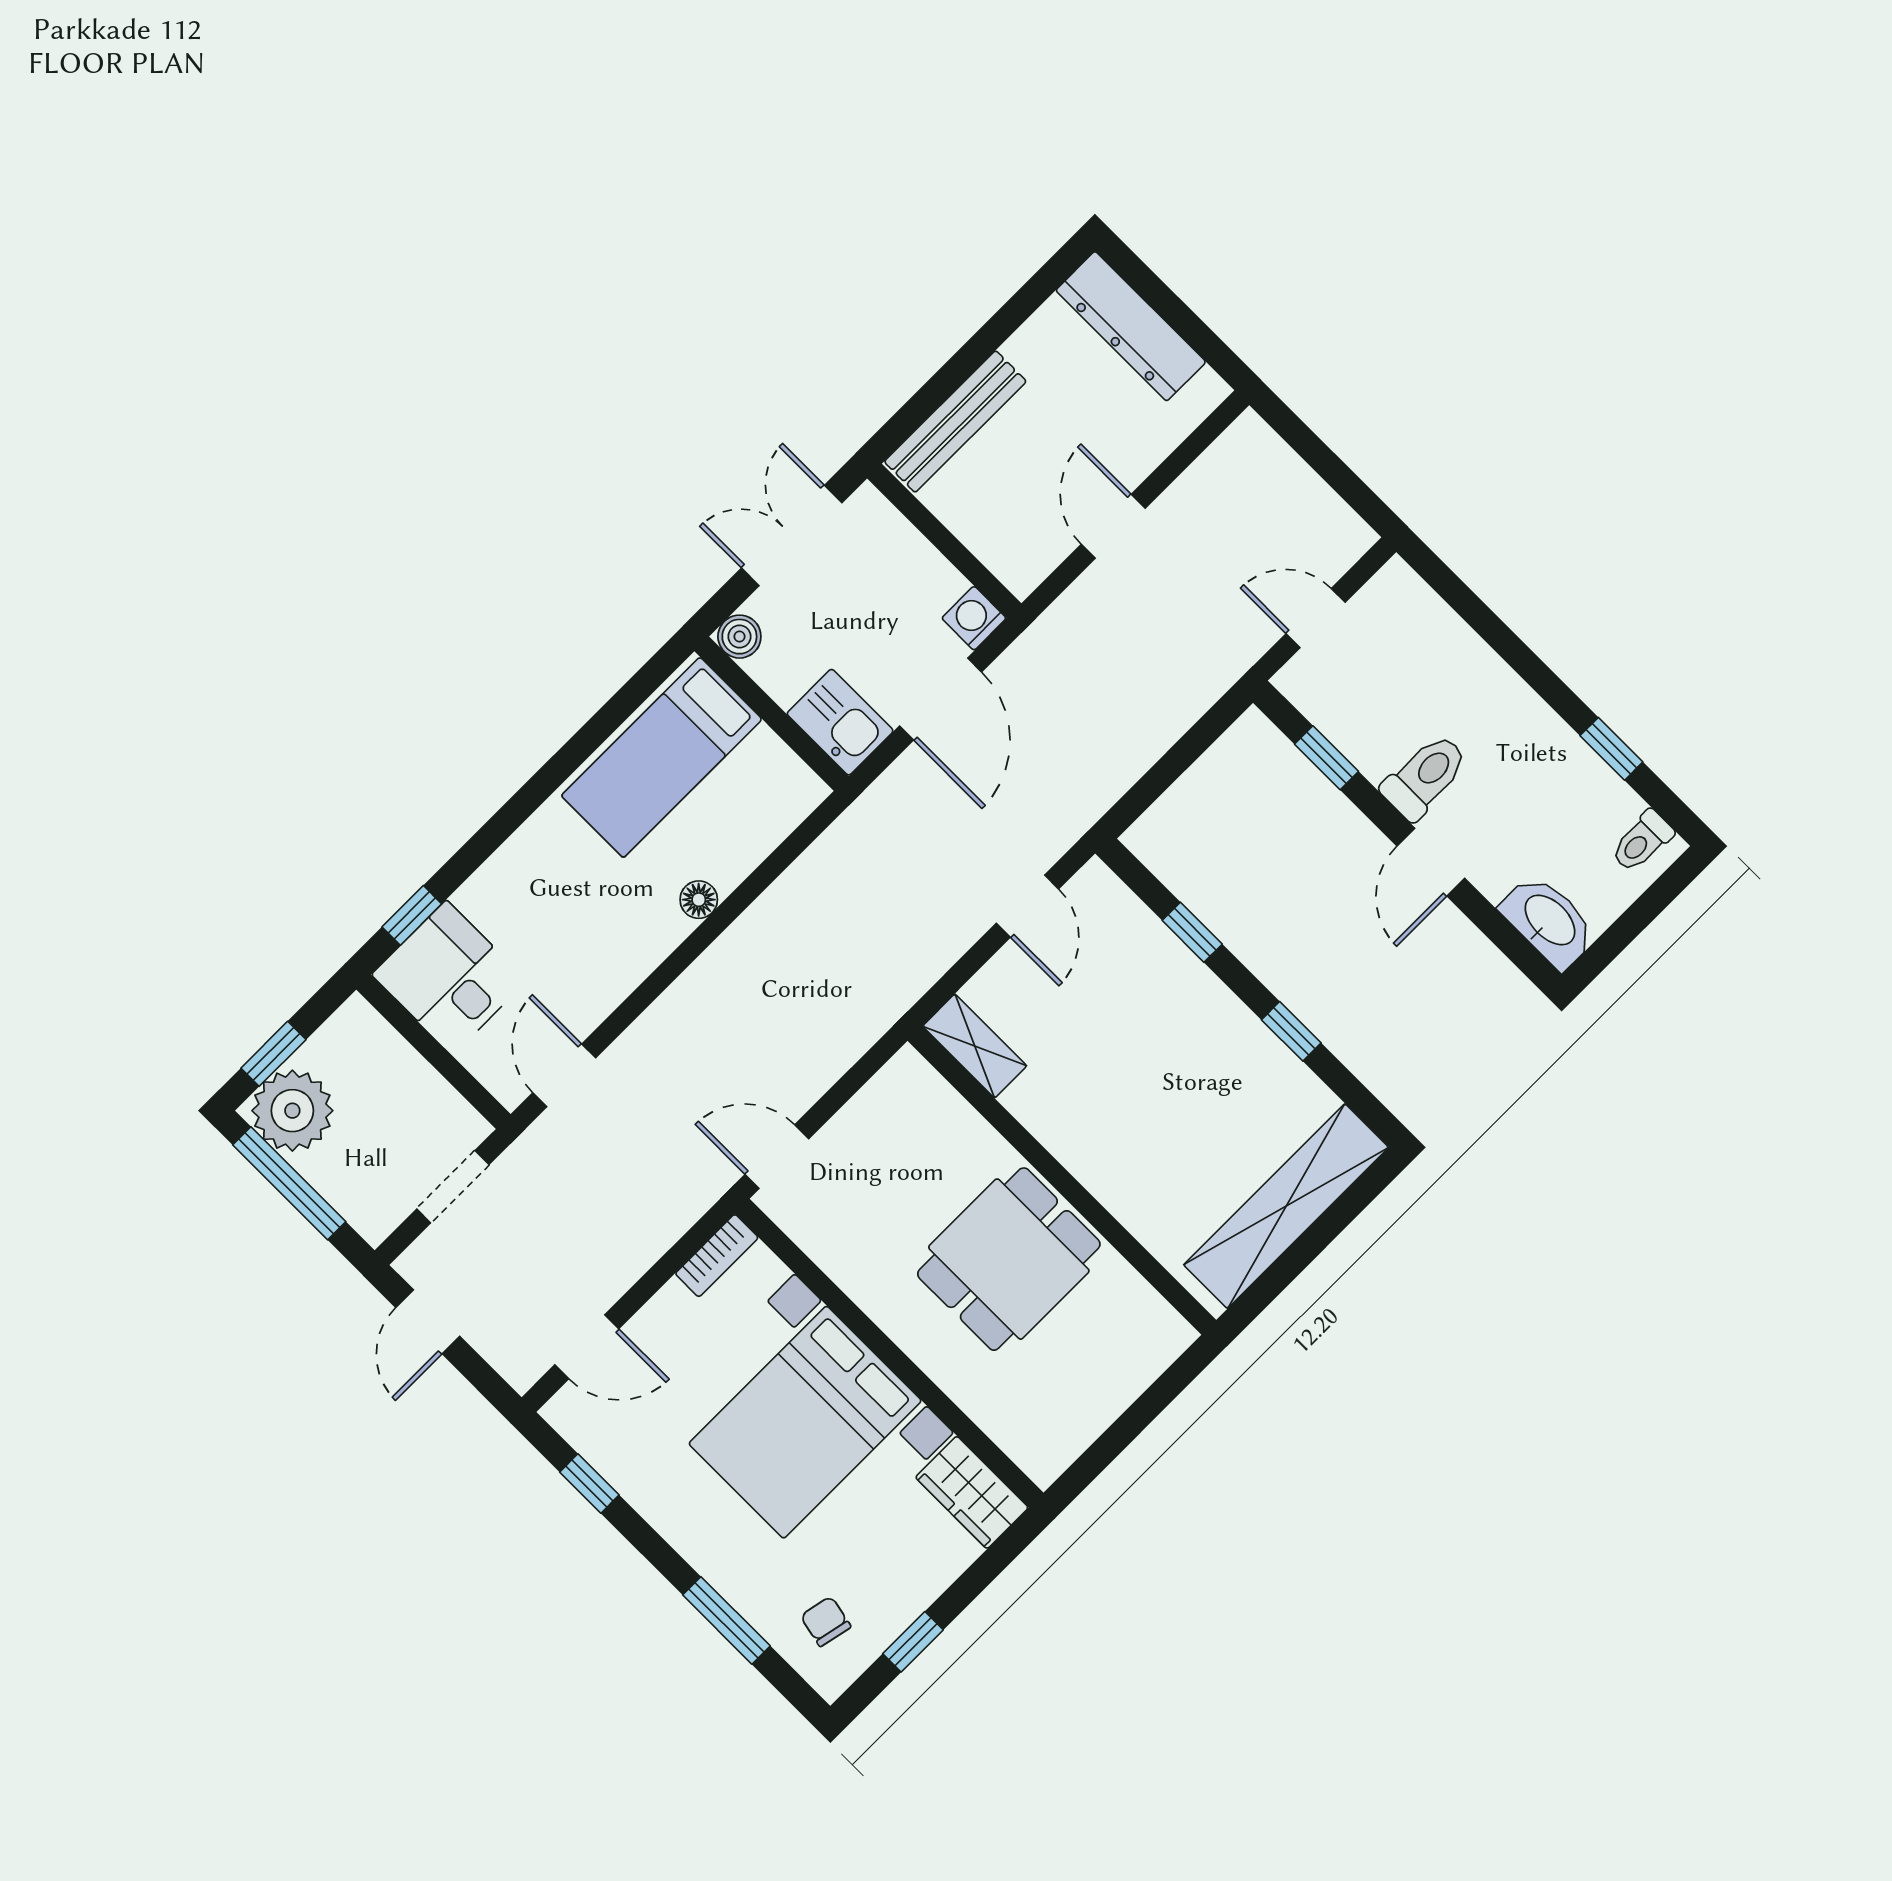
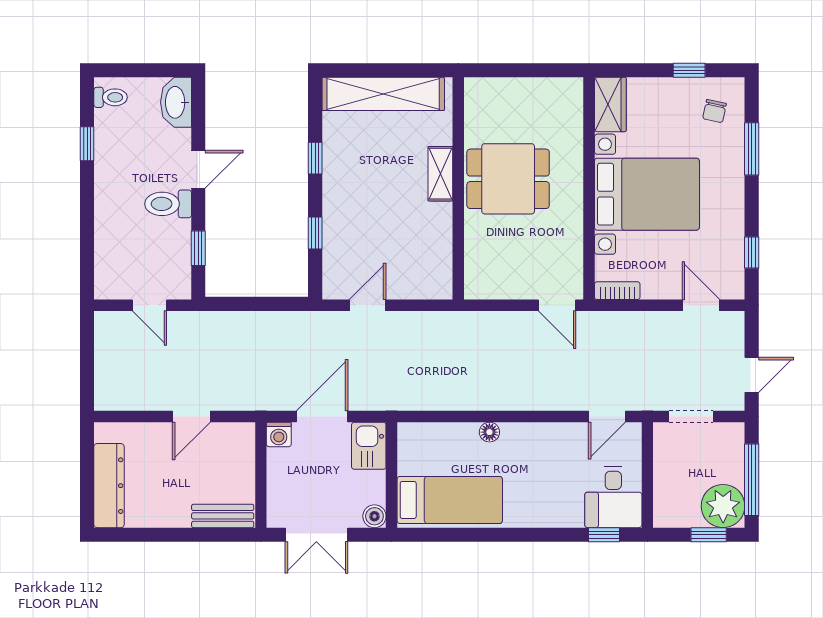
bench: (955, 422) -> (223, 516), width x0.73
shelving: (975, 1046) -> (440, 174), moved

